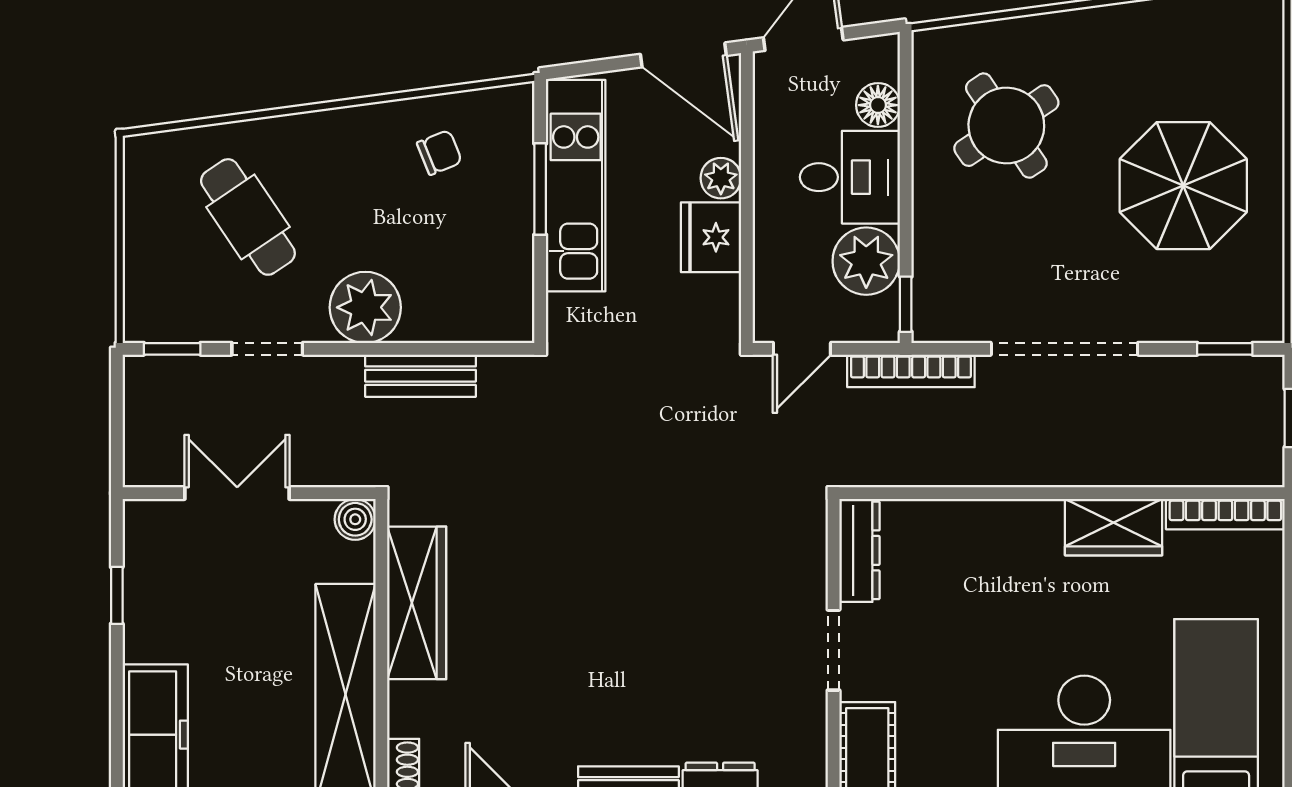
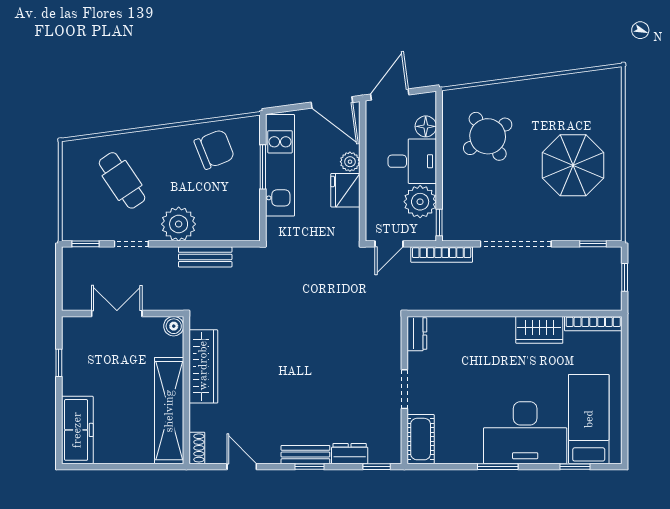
chair: (439, 152) -> (214, 149), width x1.87, depth x1.87
dresser: (859, 550) -> (417, 334), width x0.70

